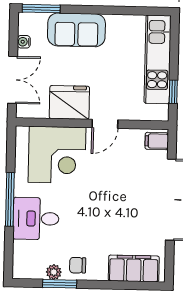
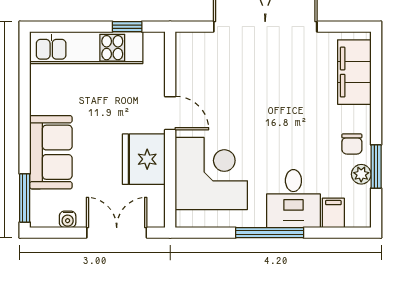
filing cabinet: (157, 141) -> (333, 213), moved, turned 180

